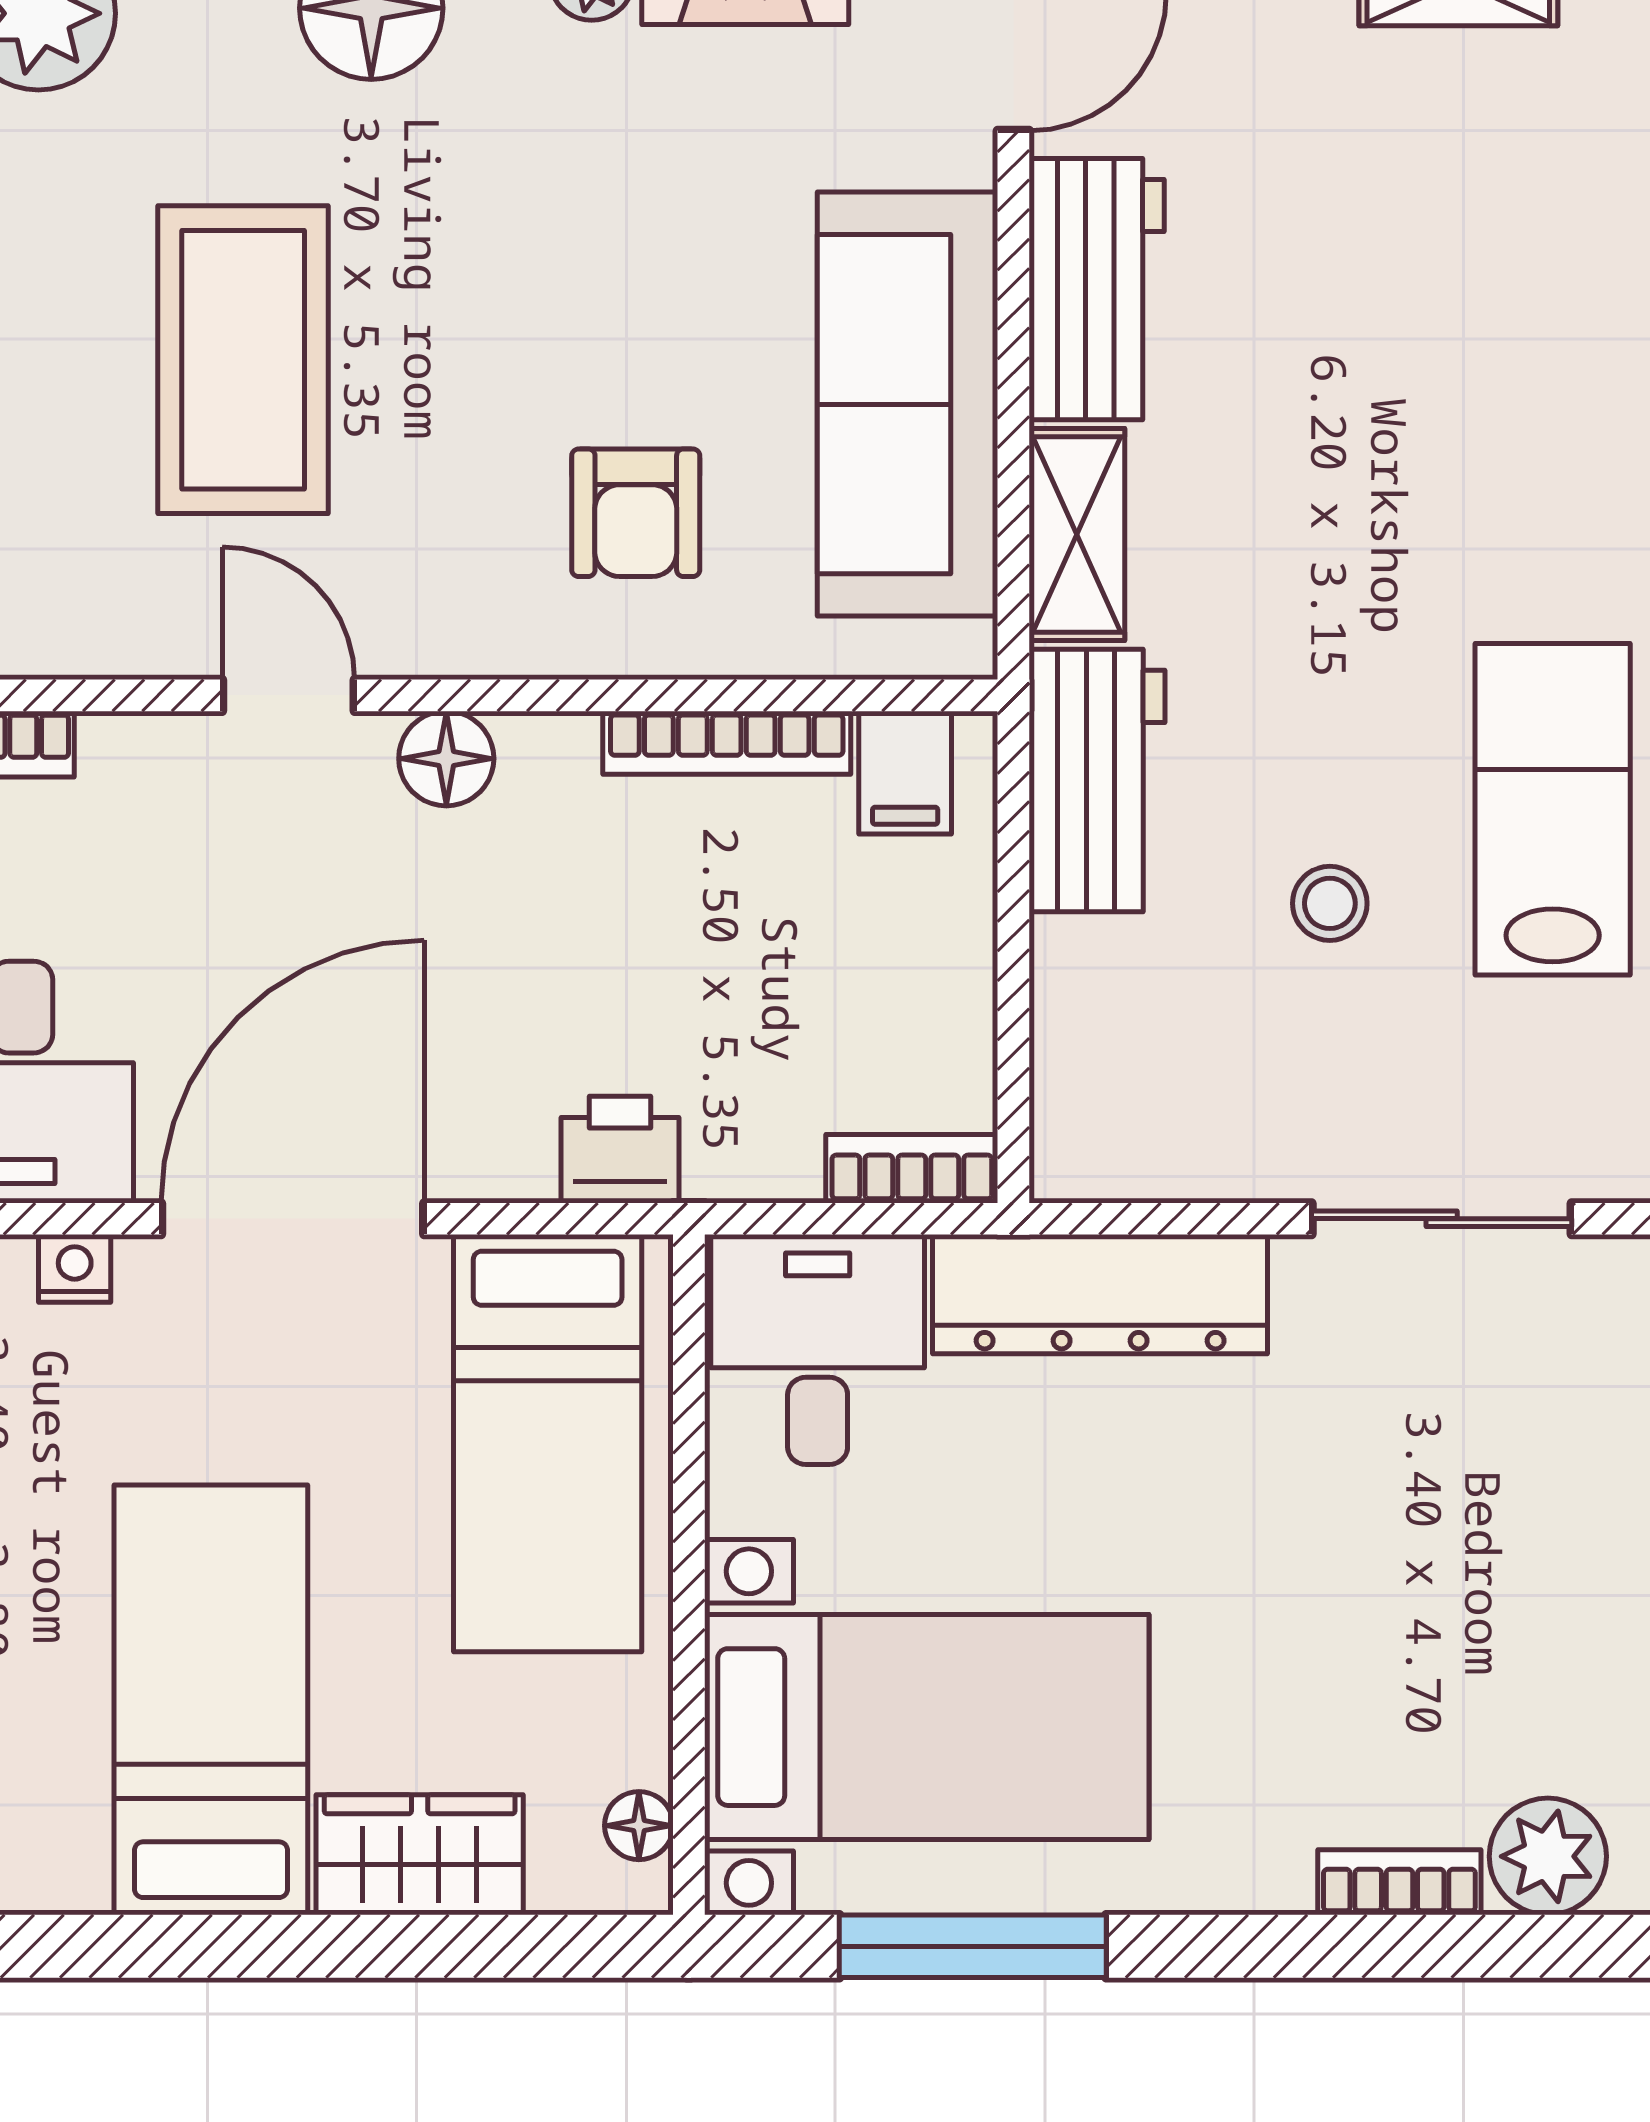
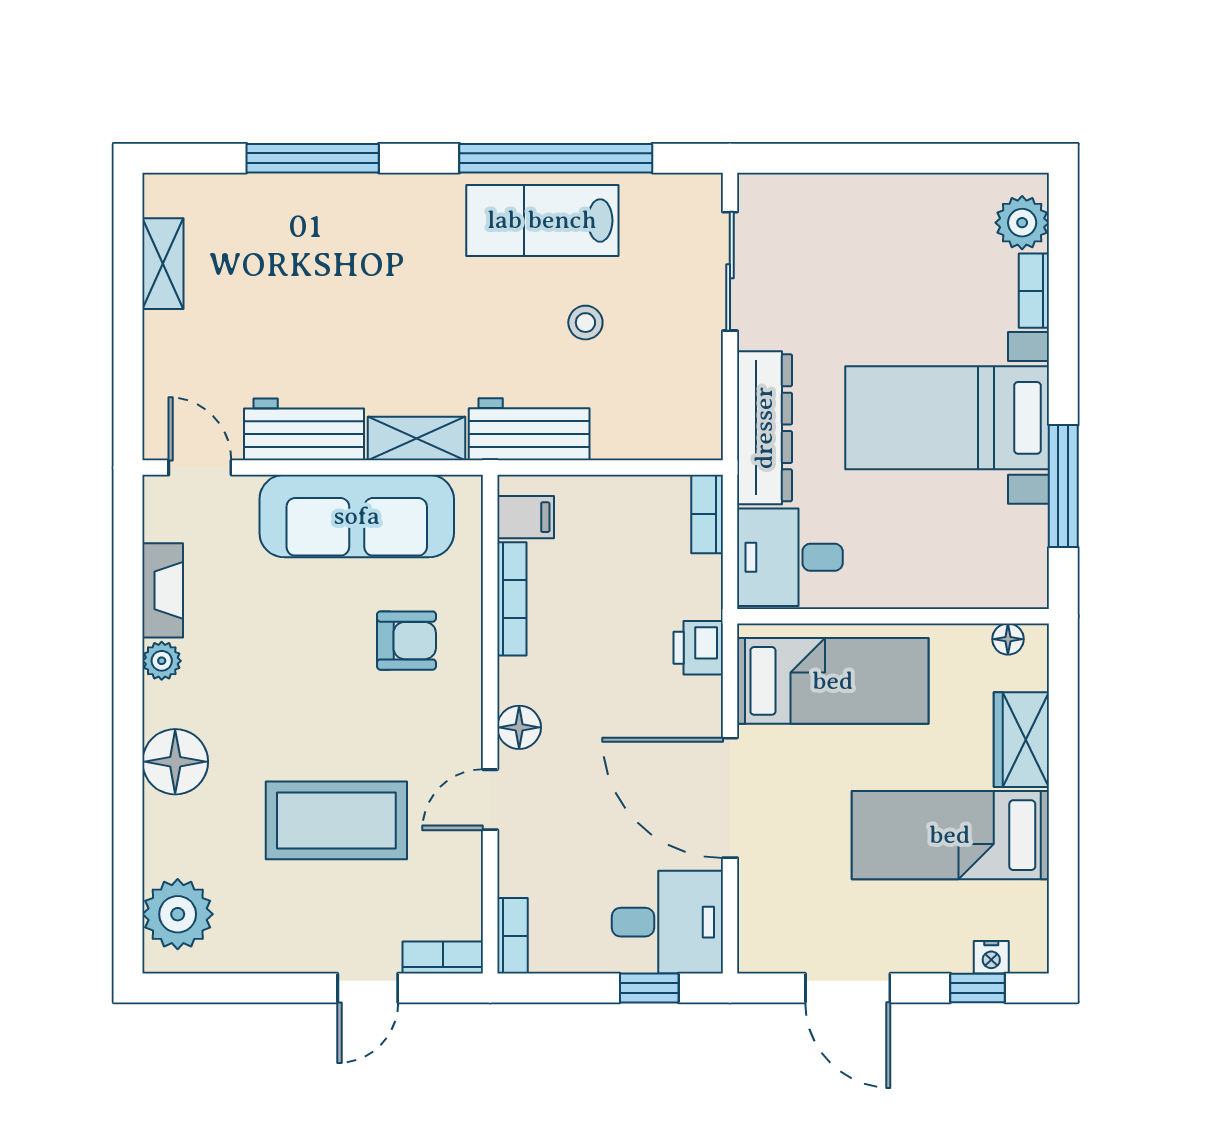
nightstand: (75, 1268) -> (753, 898), removed
bed with nightstands: (927, 1727) -> (947, 418), moved, turned -90

